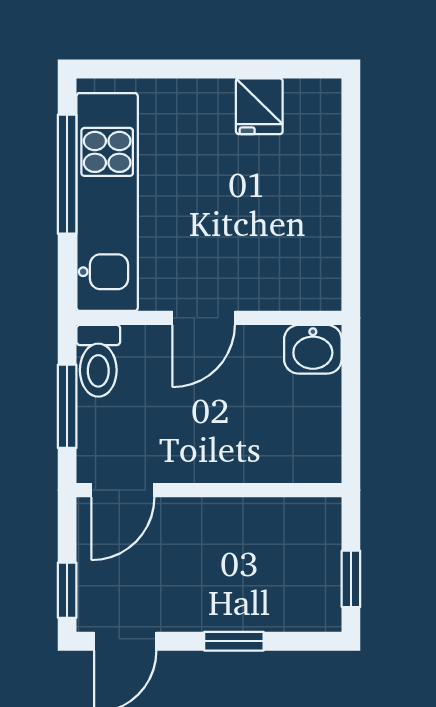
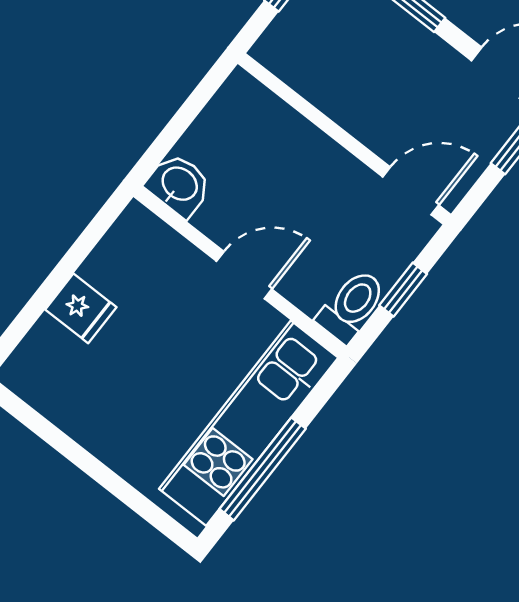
fridge: (259, 106) -> (81, 308), moved, turned 90
window: (67, 406) -> (403, 290), width x0.67

